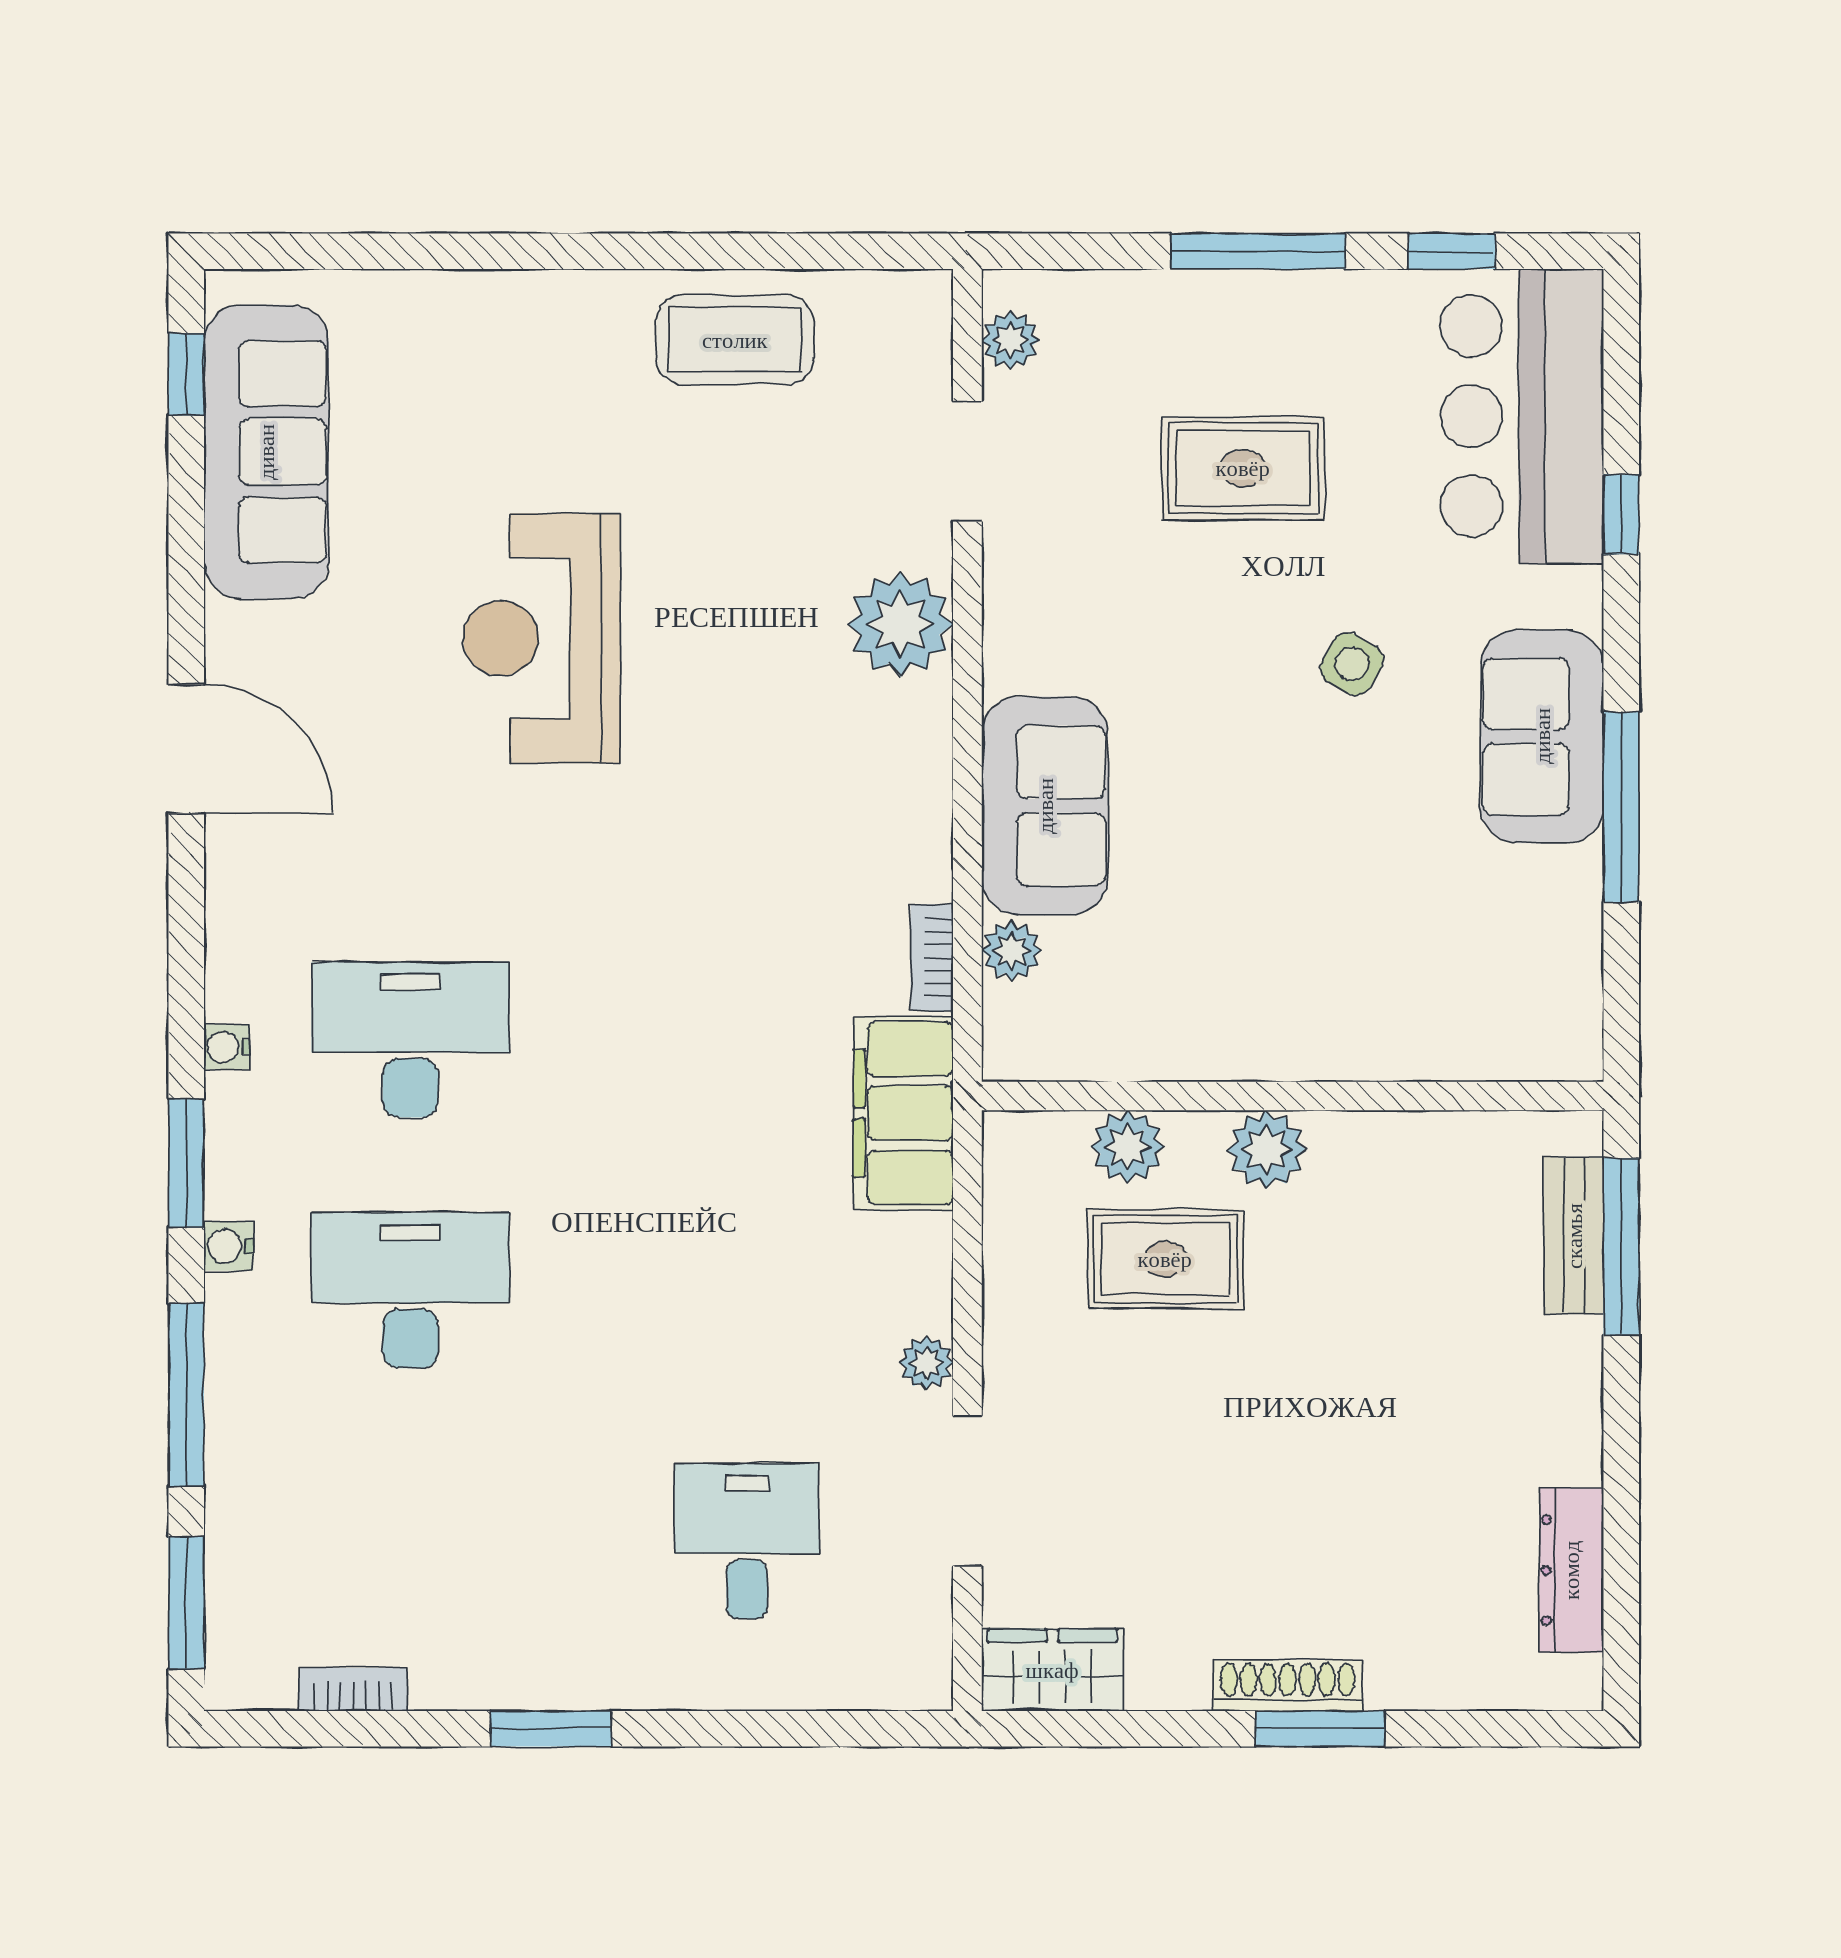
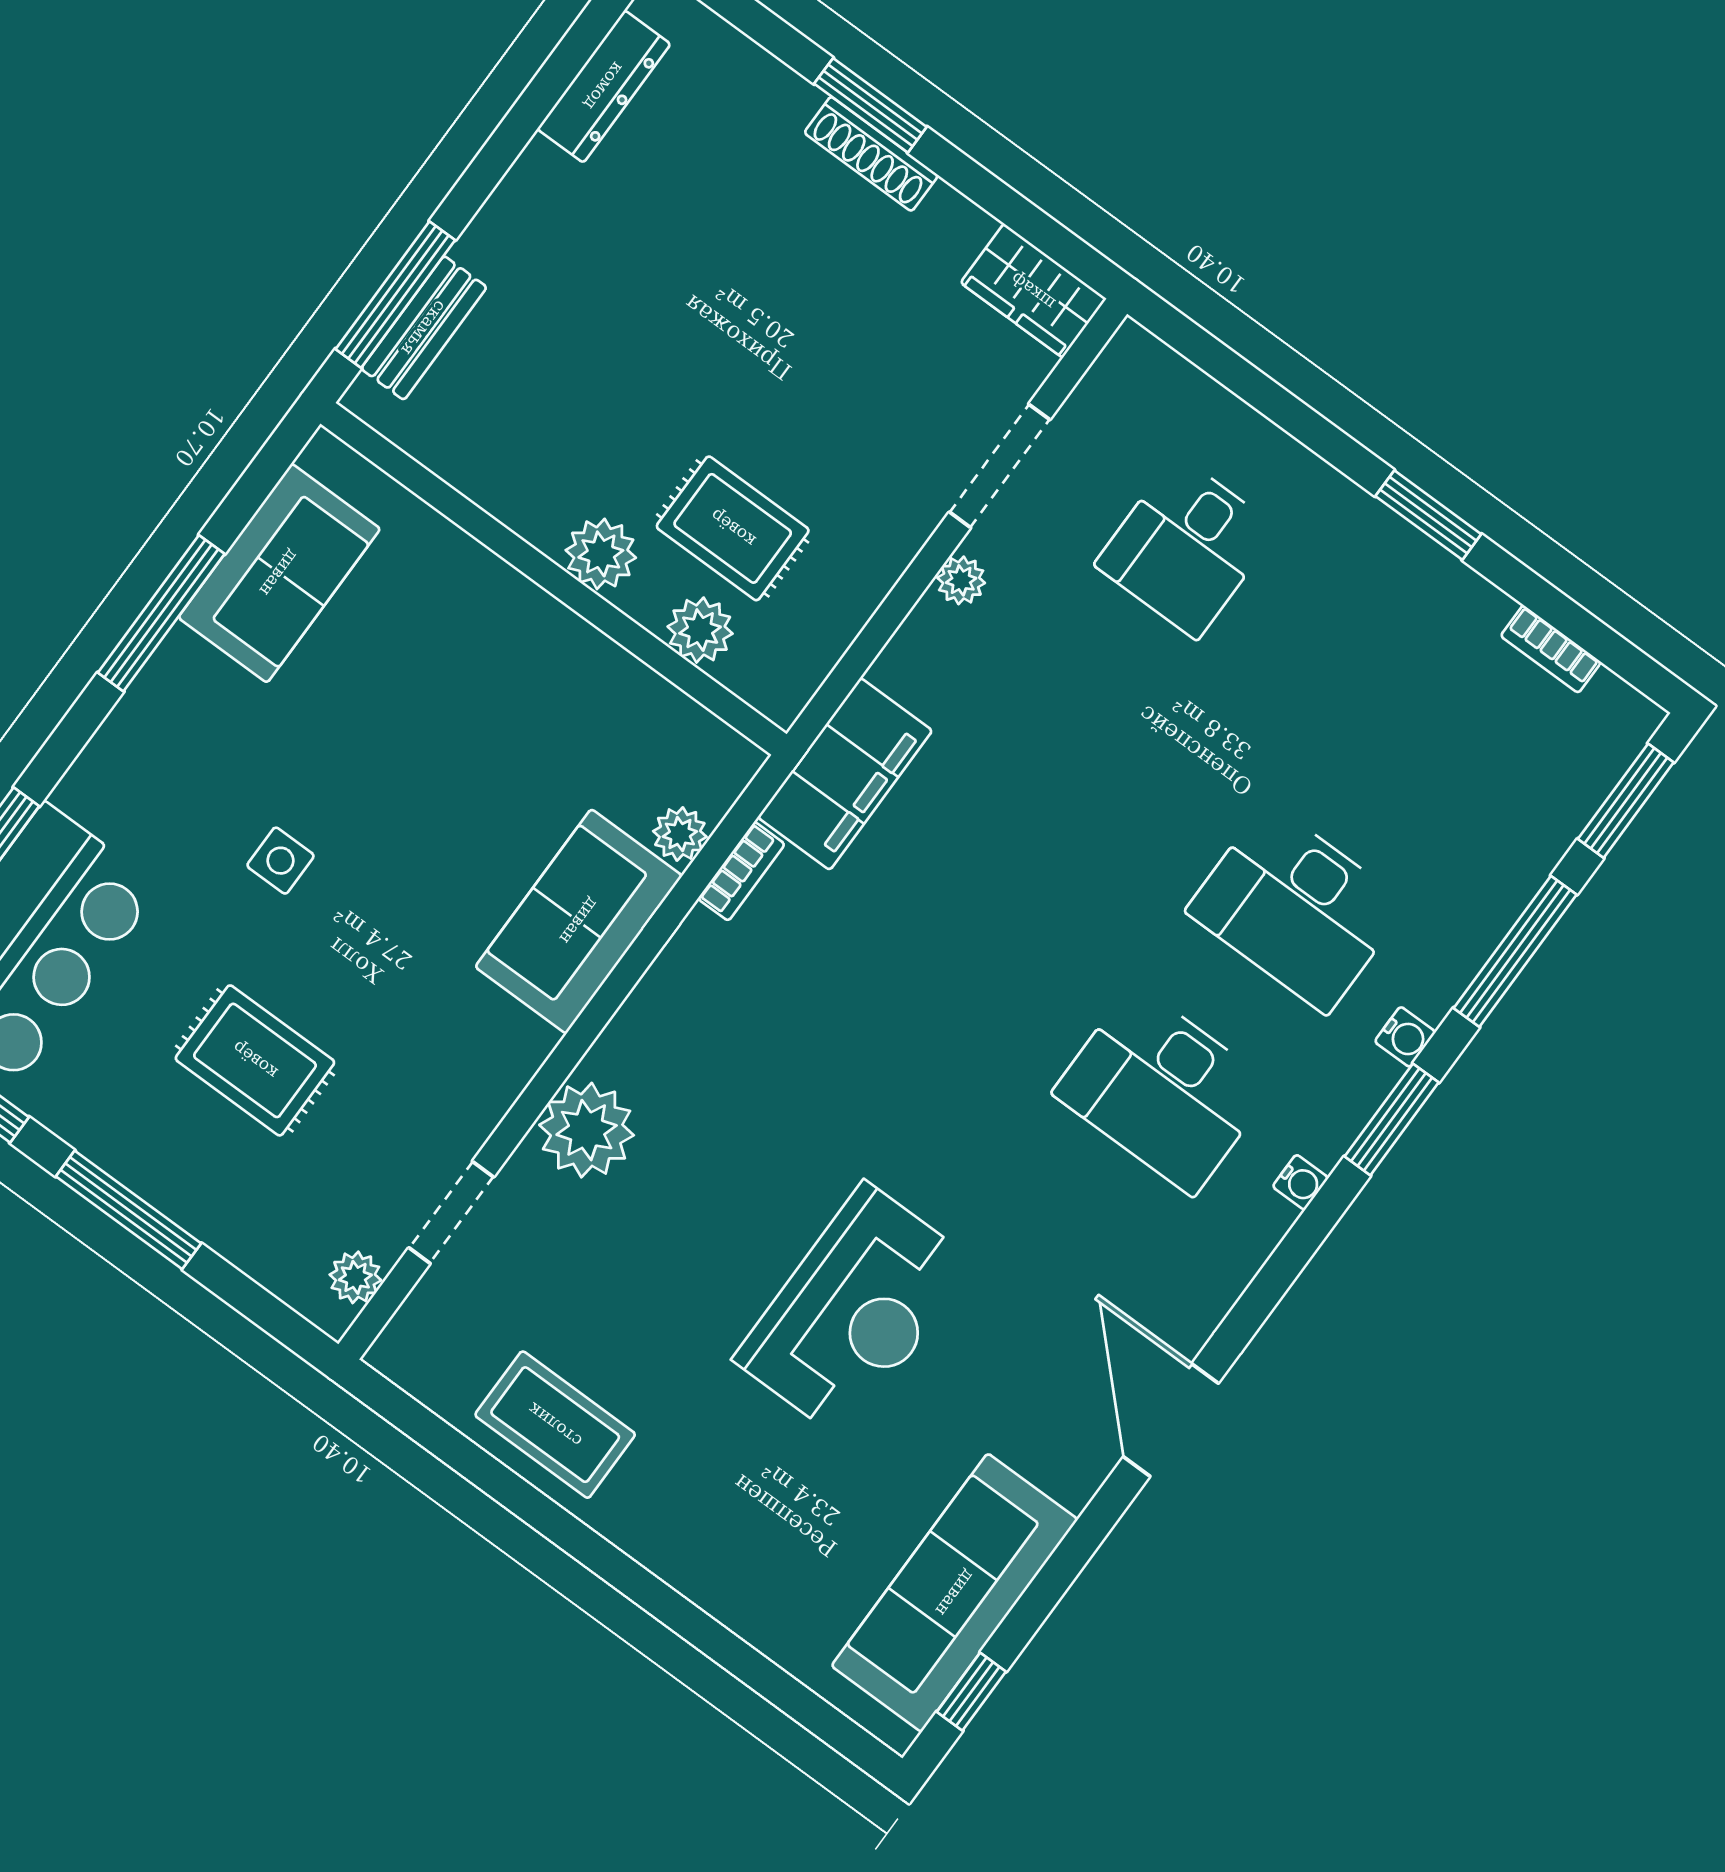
side table: (1352, 664) -> (281, 861), turned -30
sofa: (1542, 736) -> (279, 573), moved

